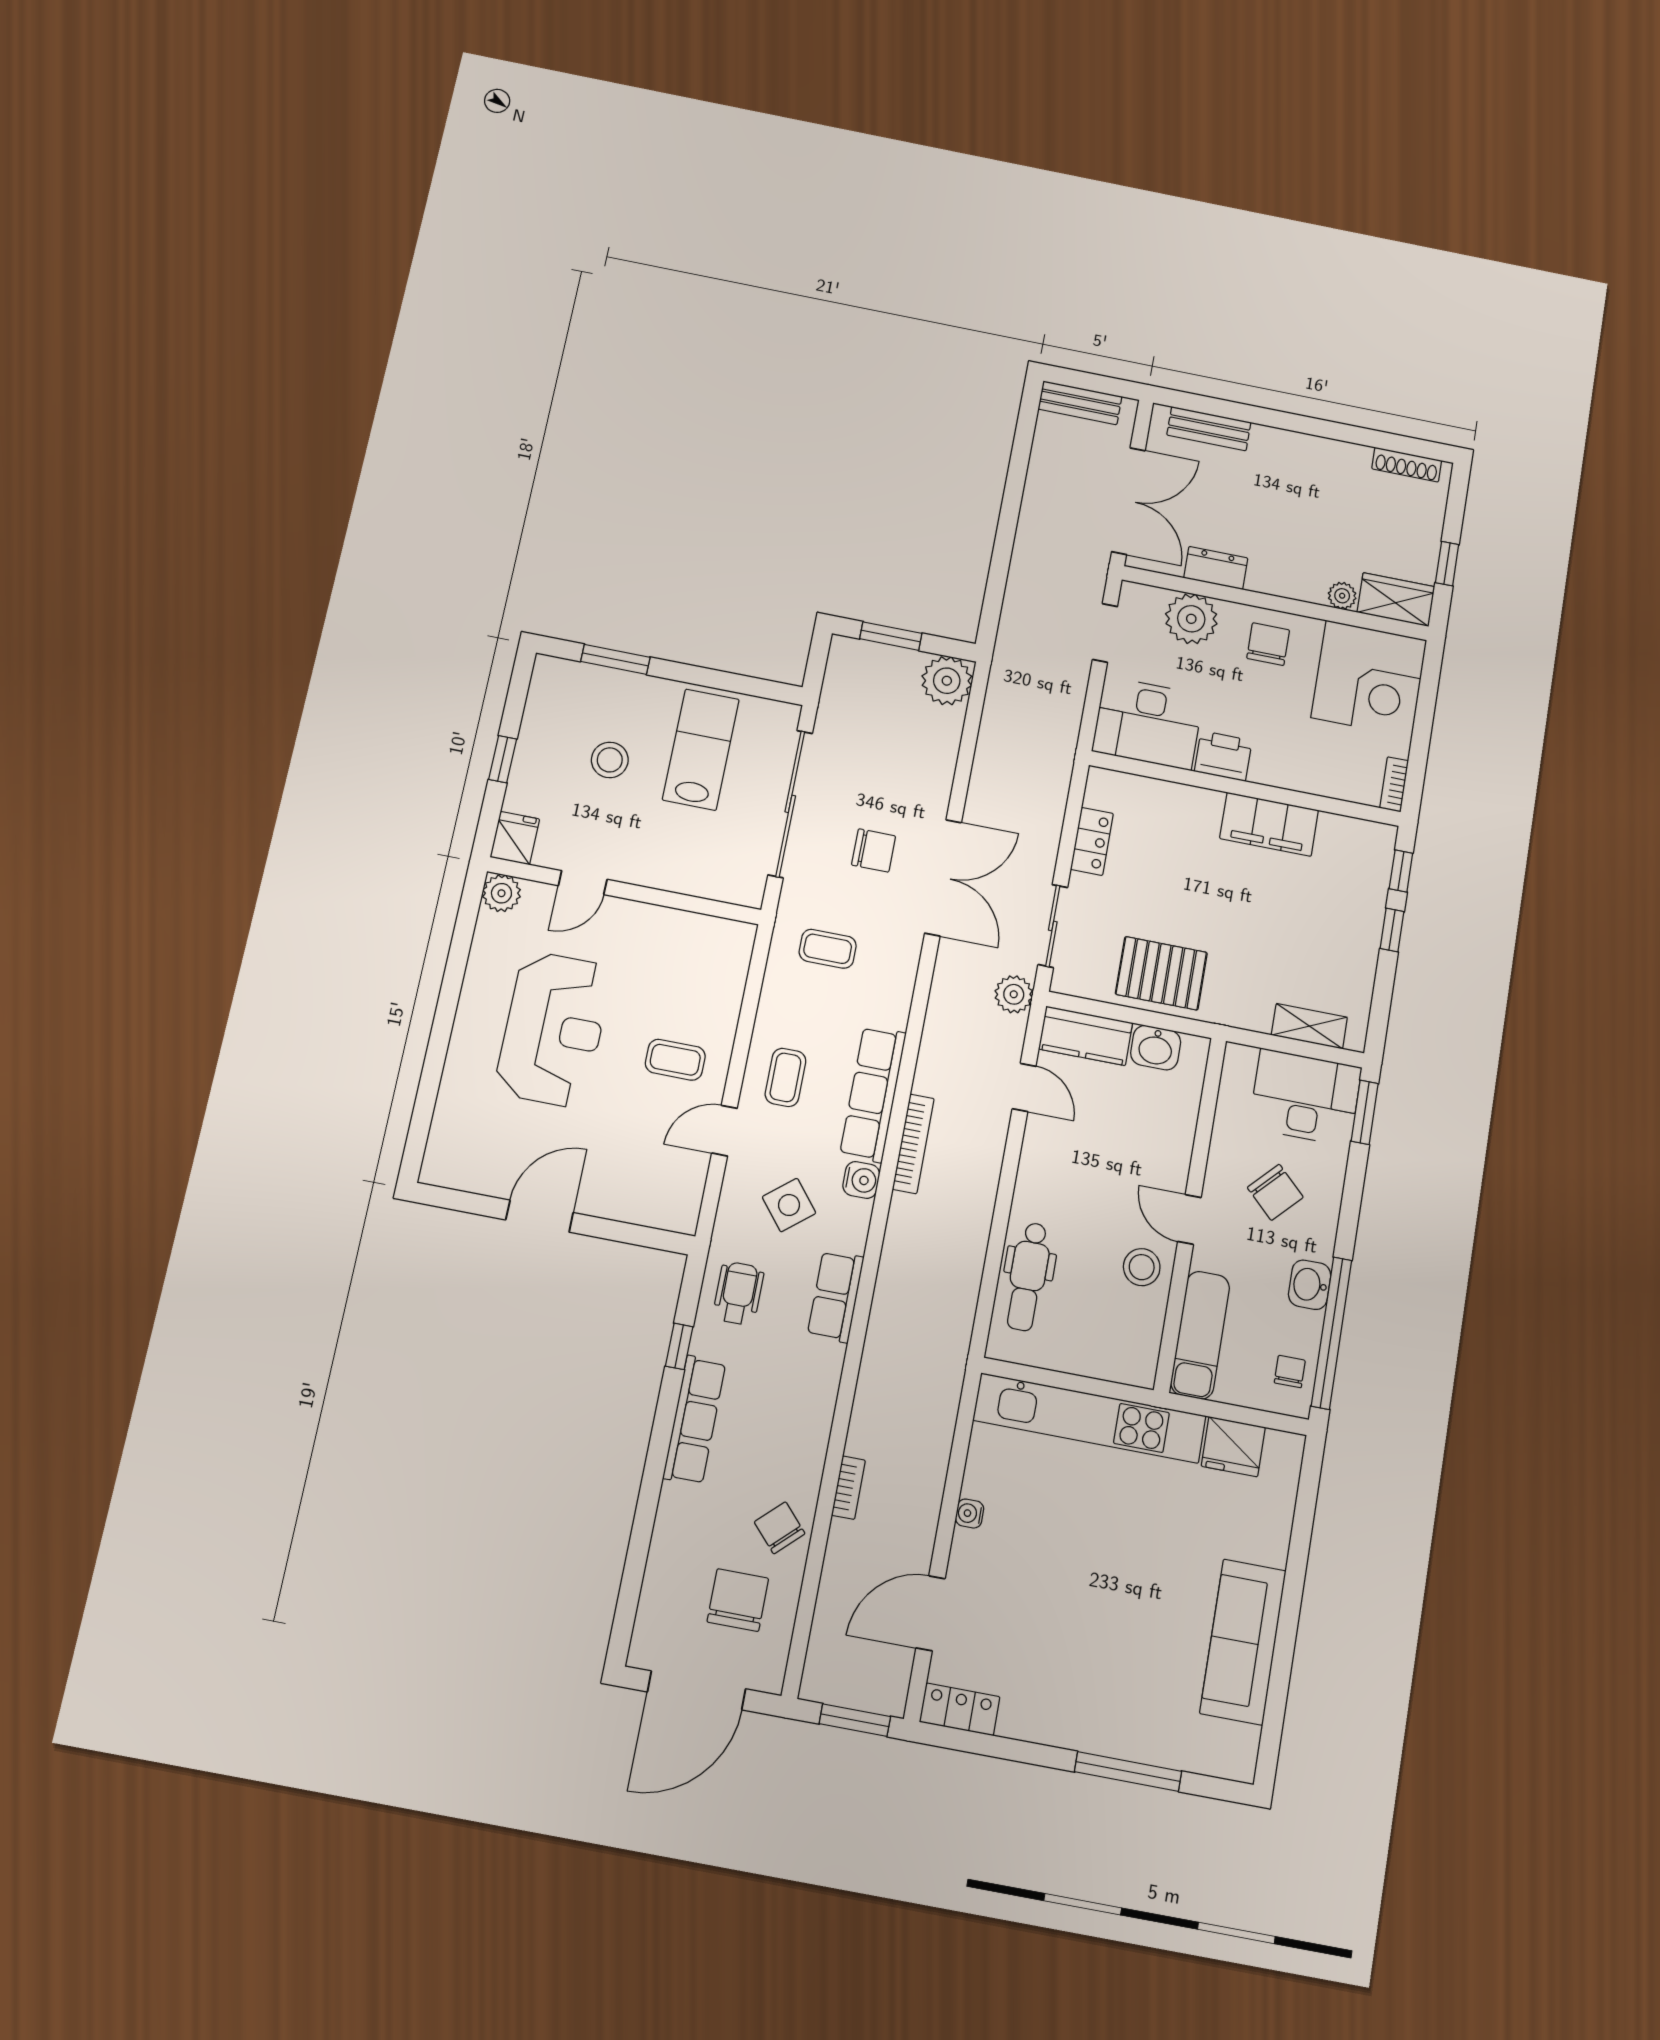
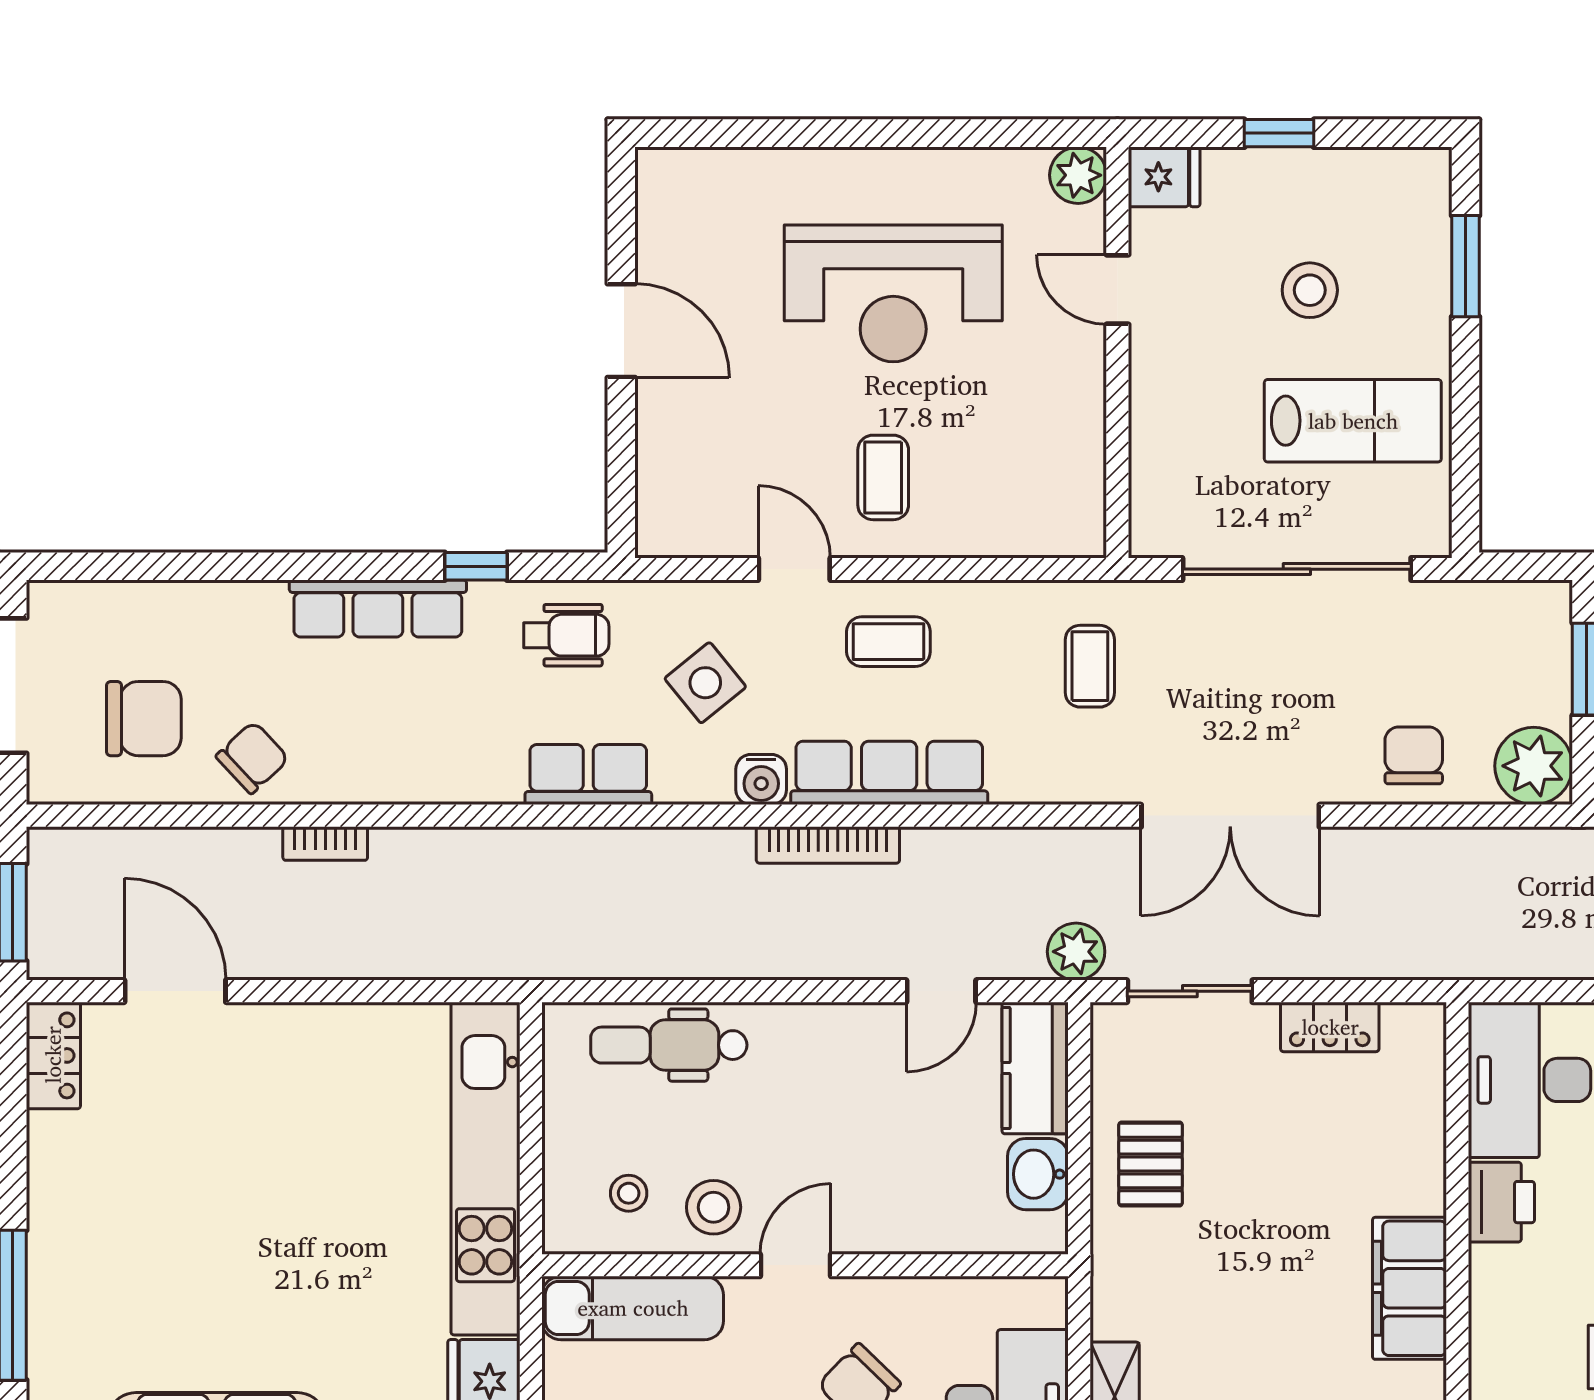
chair: (874, 850) -> (1414, 755), moved, turned 180
pallet: (1161, 973) -> (1151, 1164), width x0.67, depth x0.71
stool: (1123, 1323) -> (629, 1193), added
water cooler: (970, 1513) -> (321, 1021), removed

